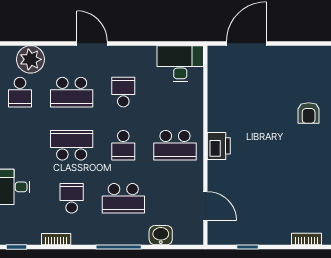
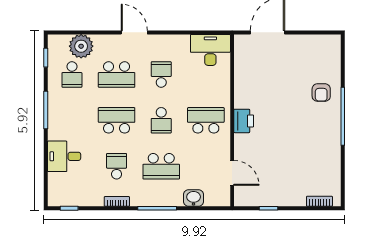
school desk: (175, 145) -> (206, 120), turned 180
bookcase: (56, 239) -> (117, 201), moved

